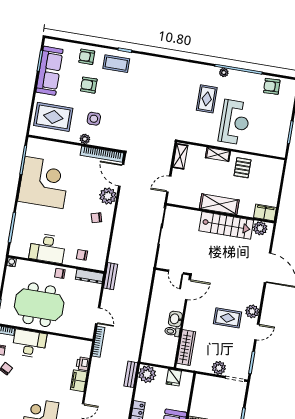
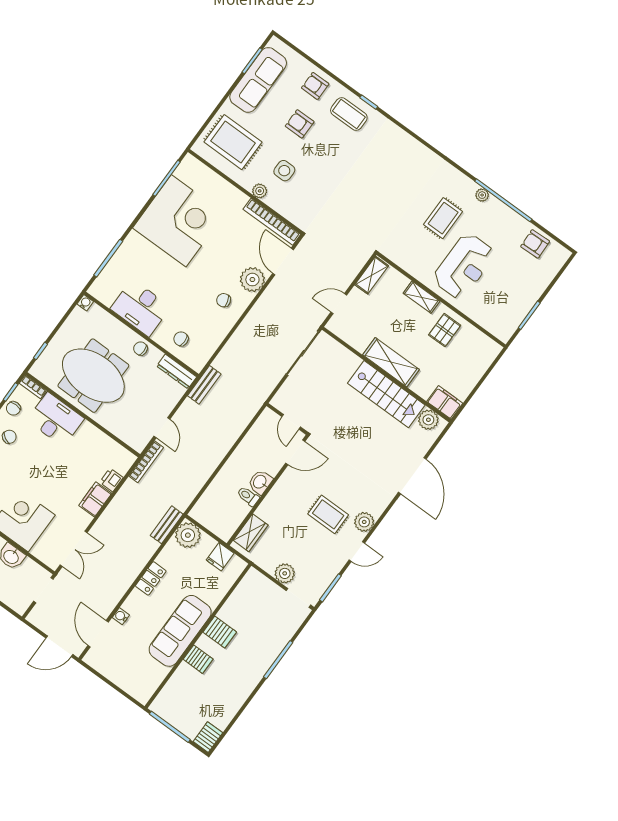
wardrobe: (186, 348) -> (251, 533), width x0.67

